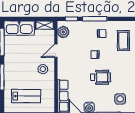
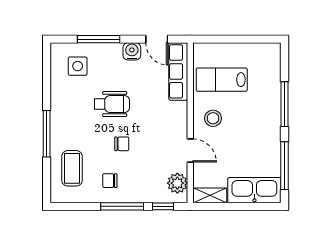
door: (56, 51) -> (190, 151), hinge flipped
wheelchair: (101, 77) -> (112, 104), turned 180
lab bench: (26, 96) -> (222, 80), moved

